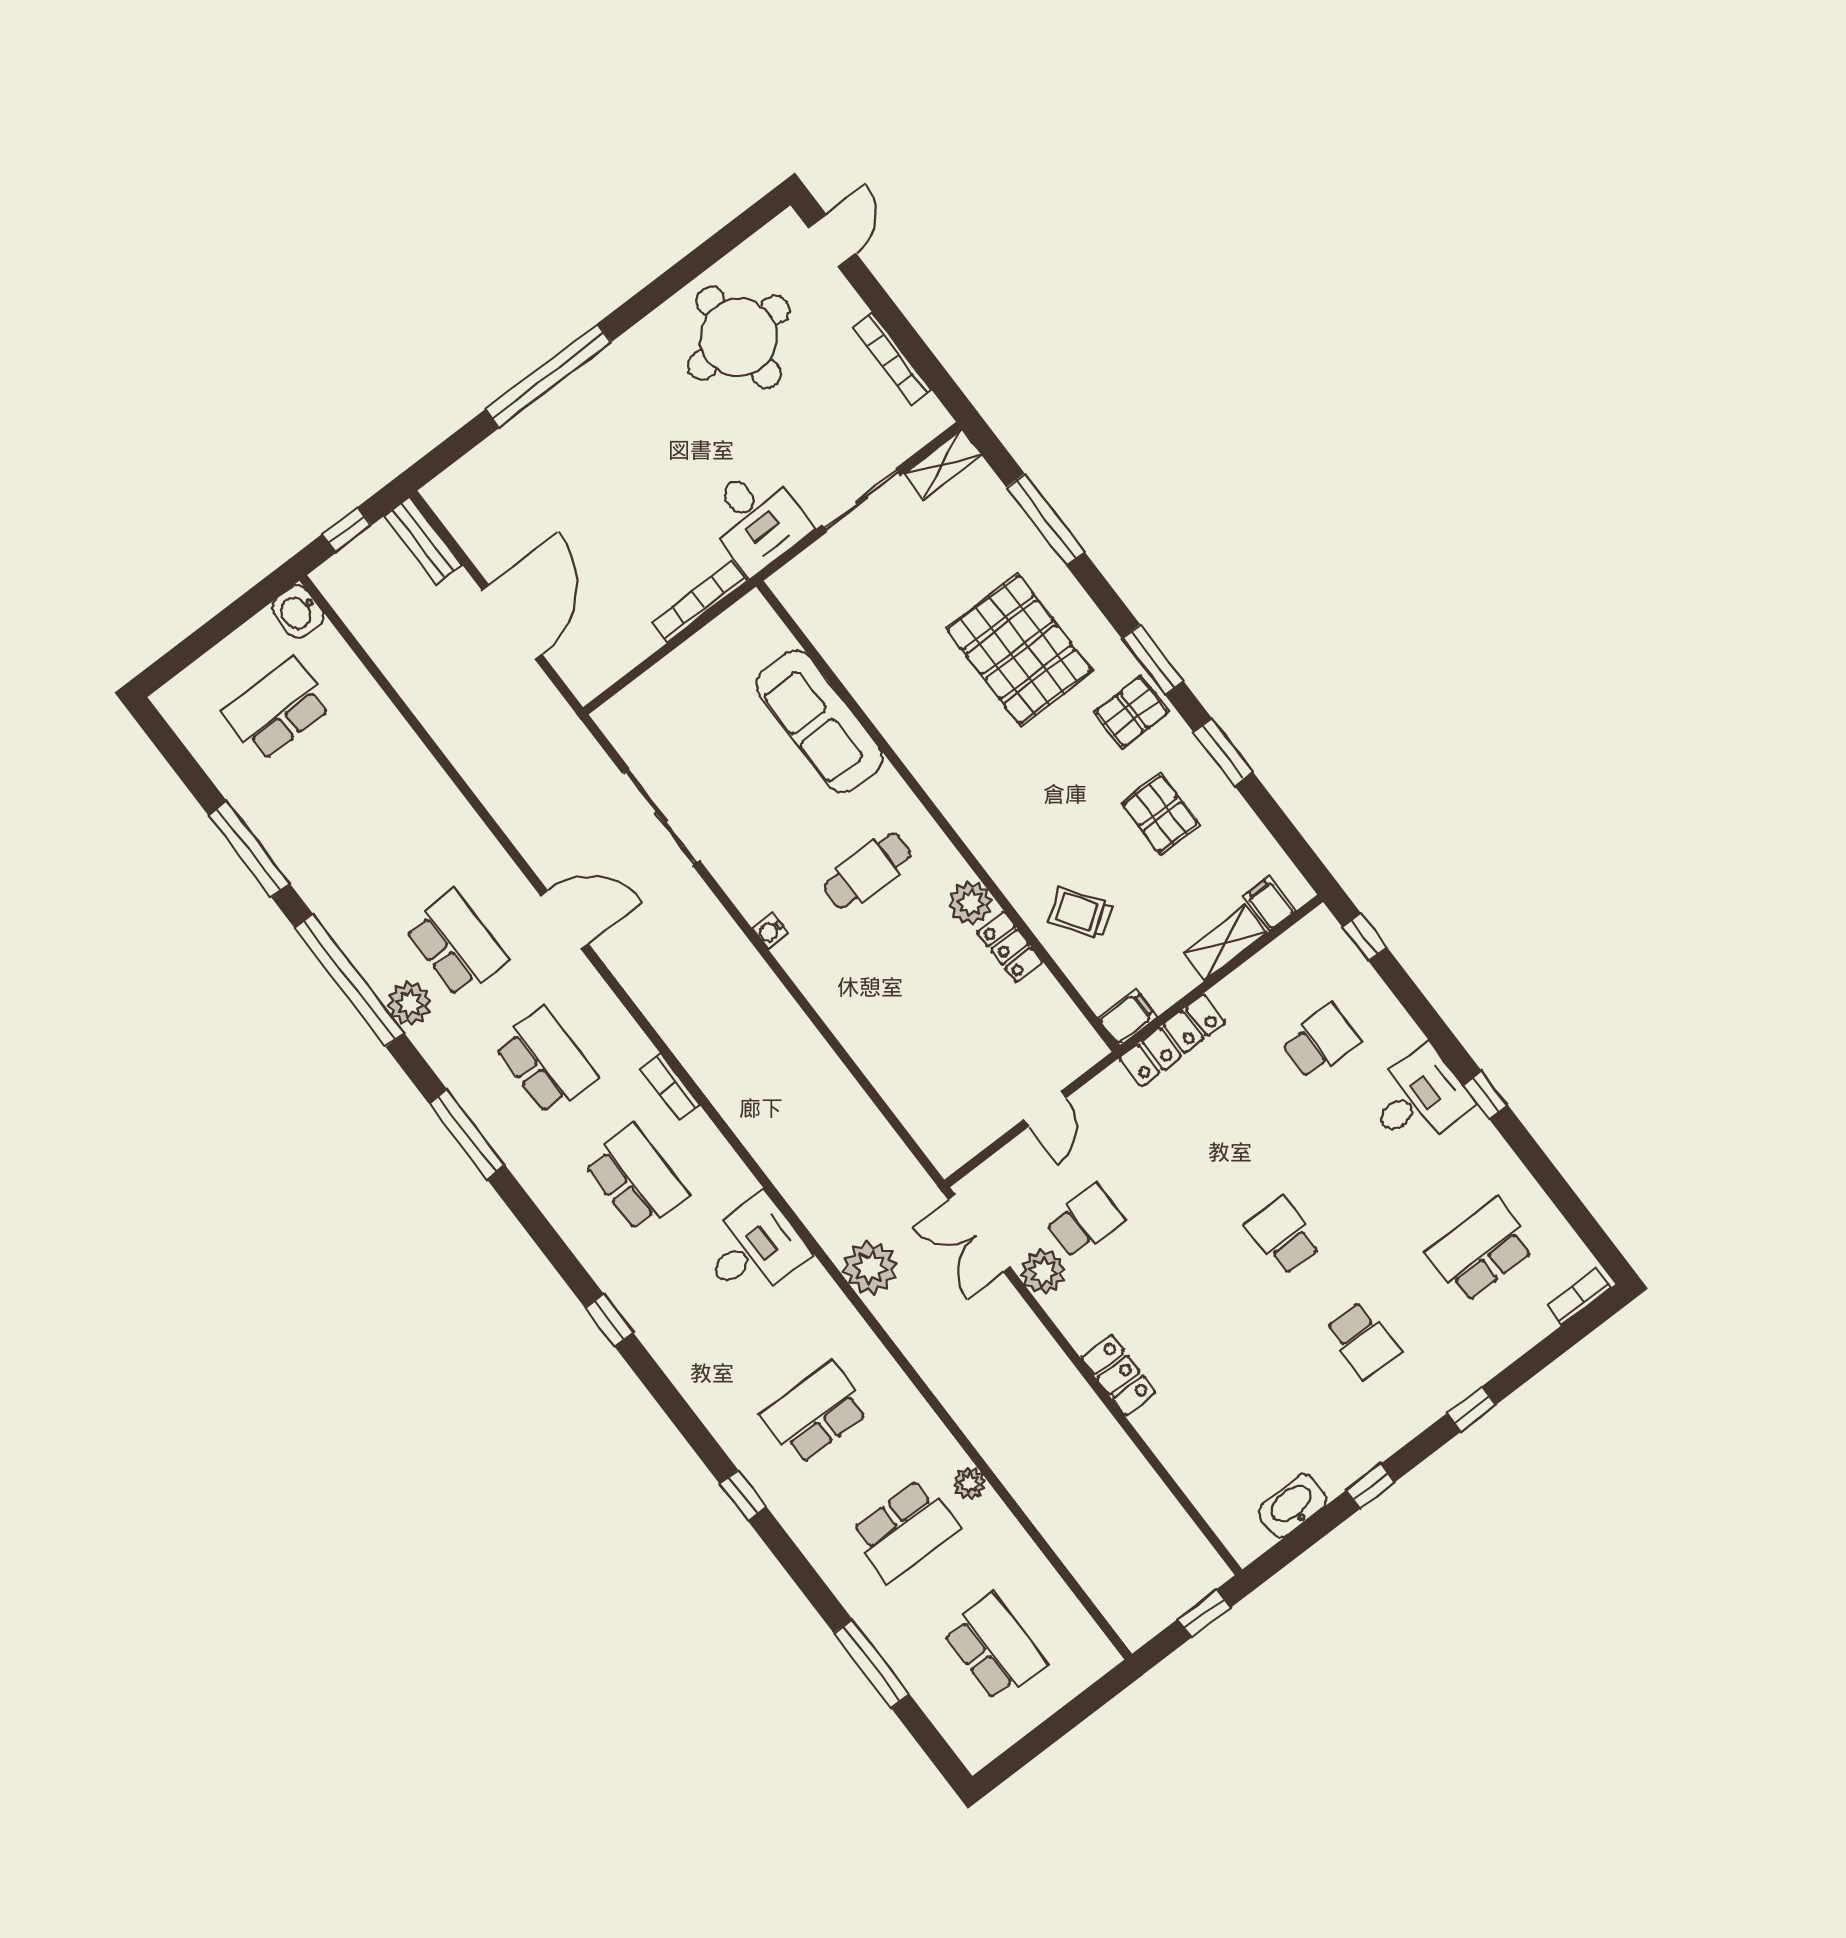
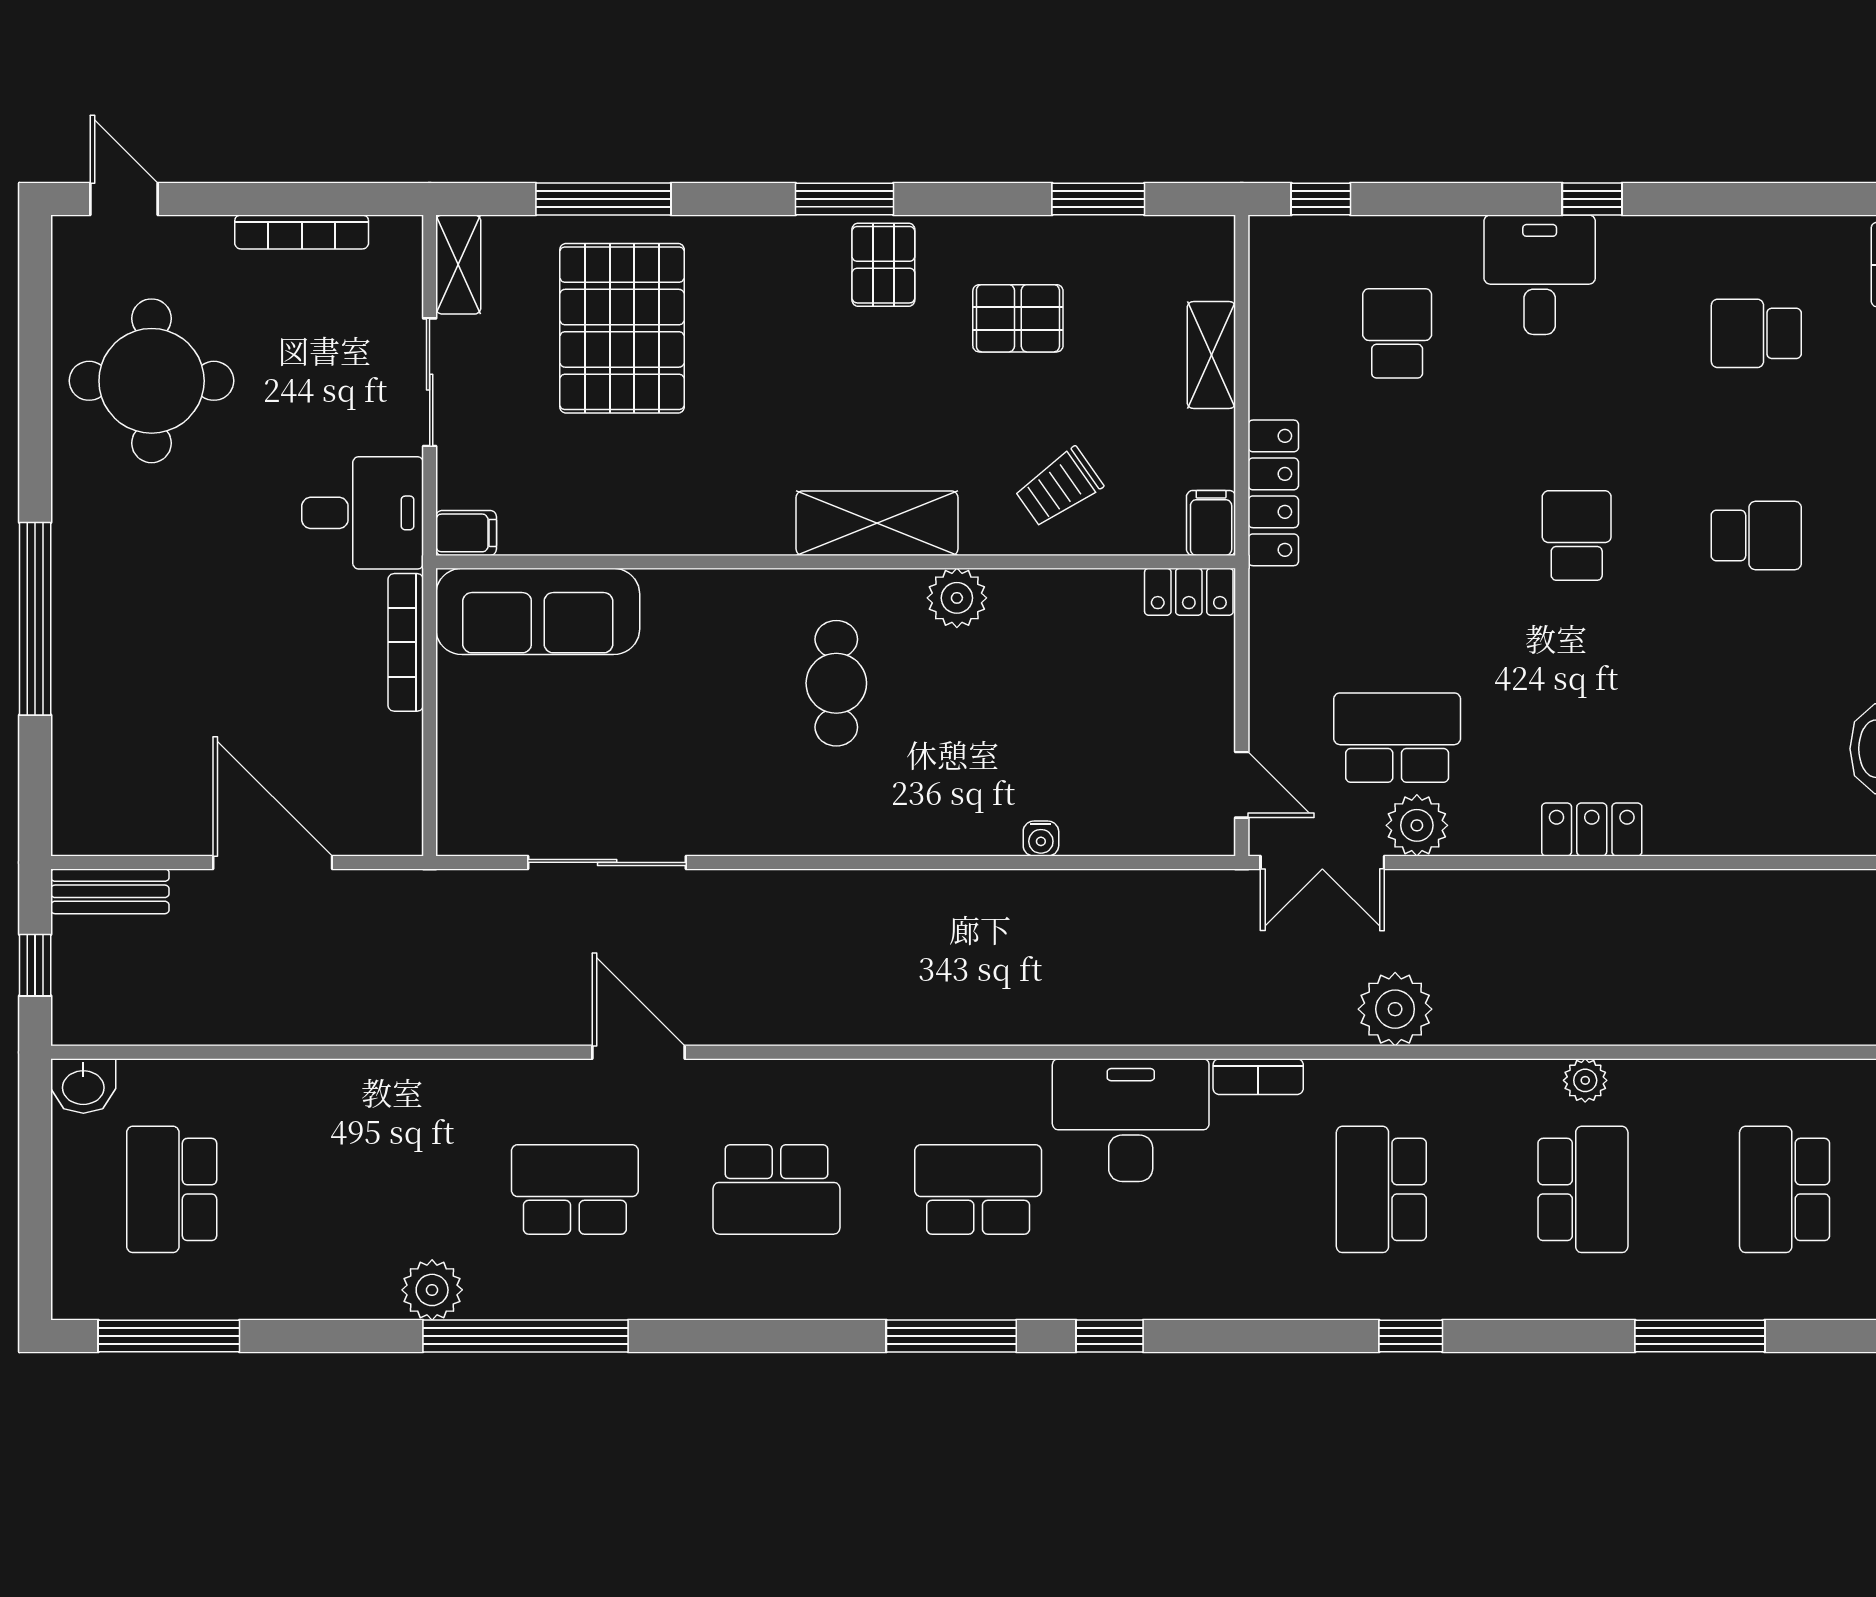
pallet: (1019, 650) -> (622, 328), moved, turned 90
sofa: (820, 722) -> (538, 611), moved
window: (1223, 752) -> (1098, 199), moved
shelving: (979, 823) -> (877, 523), added
window: (249, 849) -> (169, 1336), moved
filing cabinet: (1269, 904) -> (466, 533), moved, turned 180
door: (565, 920) -> (639, 1052), hinge flipped
water cooler: (770, 931) -> (1041, 839), moved
locker: (1010, 947) -> (1189, 592), moved
plant: (410, 1004) -> (432, 1290), moved
school desk: (546, 1061) -> (777, 1189), turned 180
bookcase: (670, 1087) -> (1258, 1077), moved
door: (1045, 1109) -> (1242, 785), moved
window: (467, 1134) -> (951, 1336), moved
school desk: (1085, 1221) -> (1397, 738), width x1.85
school desk: (1283, 1236) -> (1577, 535), turned 90
desk: (754, 1249) -> (1131, 1120), width x1.37
school desk: (1480, 1250) -> (1756, 333), width x0.54
plant: (870, 1268) -> (1395, 1009), moved
school desk: (995, 1648) -> (1785, 1189), turned -90

